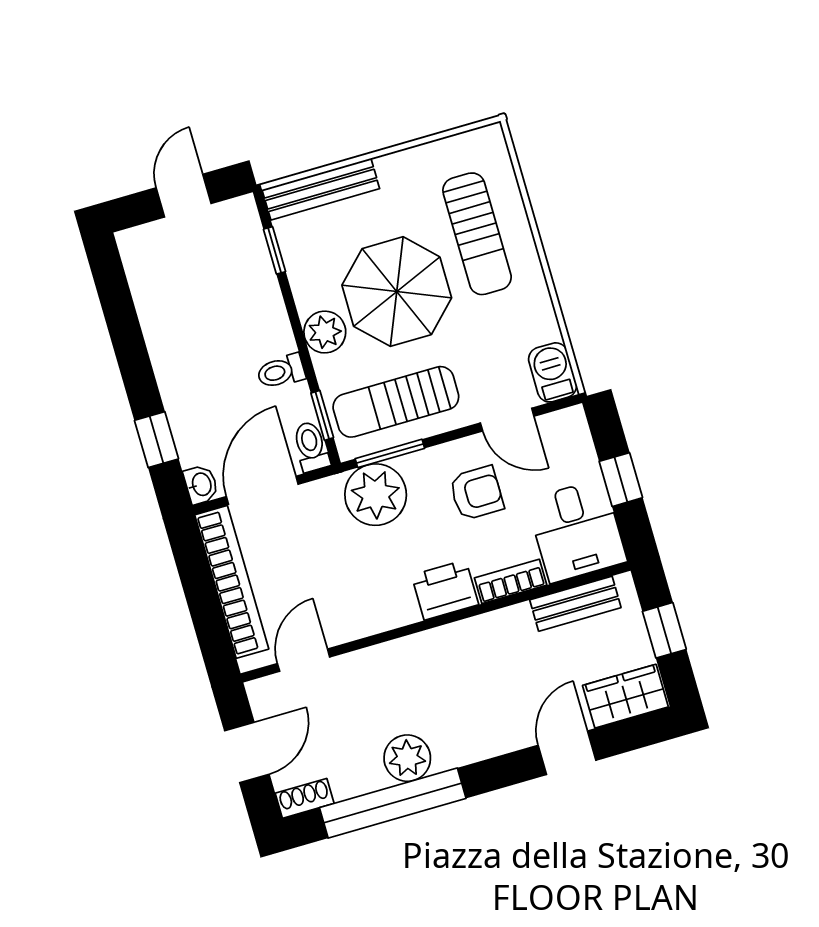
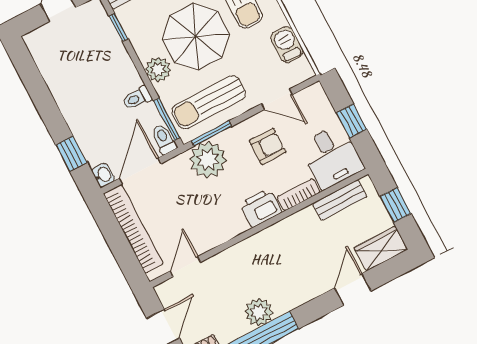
barbecue: (553, 372) -> (287, 45), moved
window: (322, 415) -> (167, 119), width x1.50

